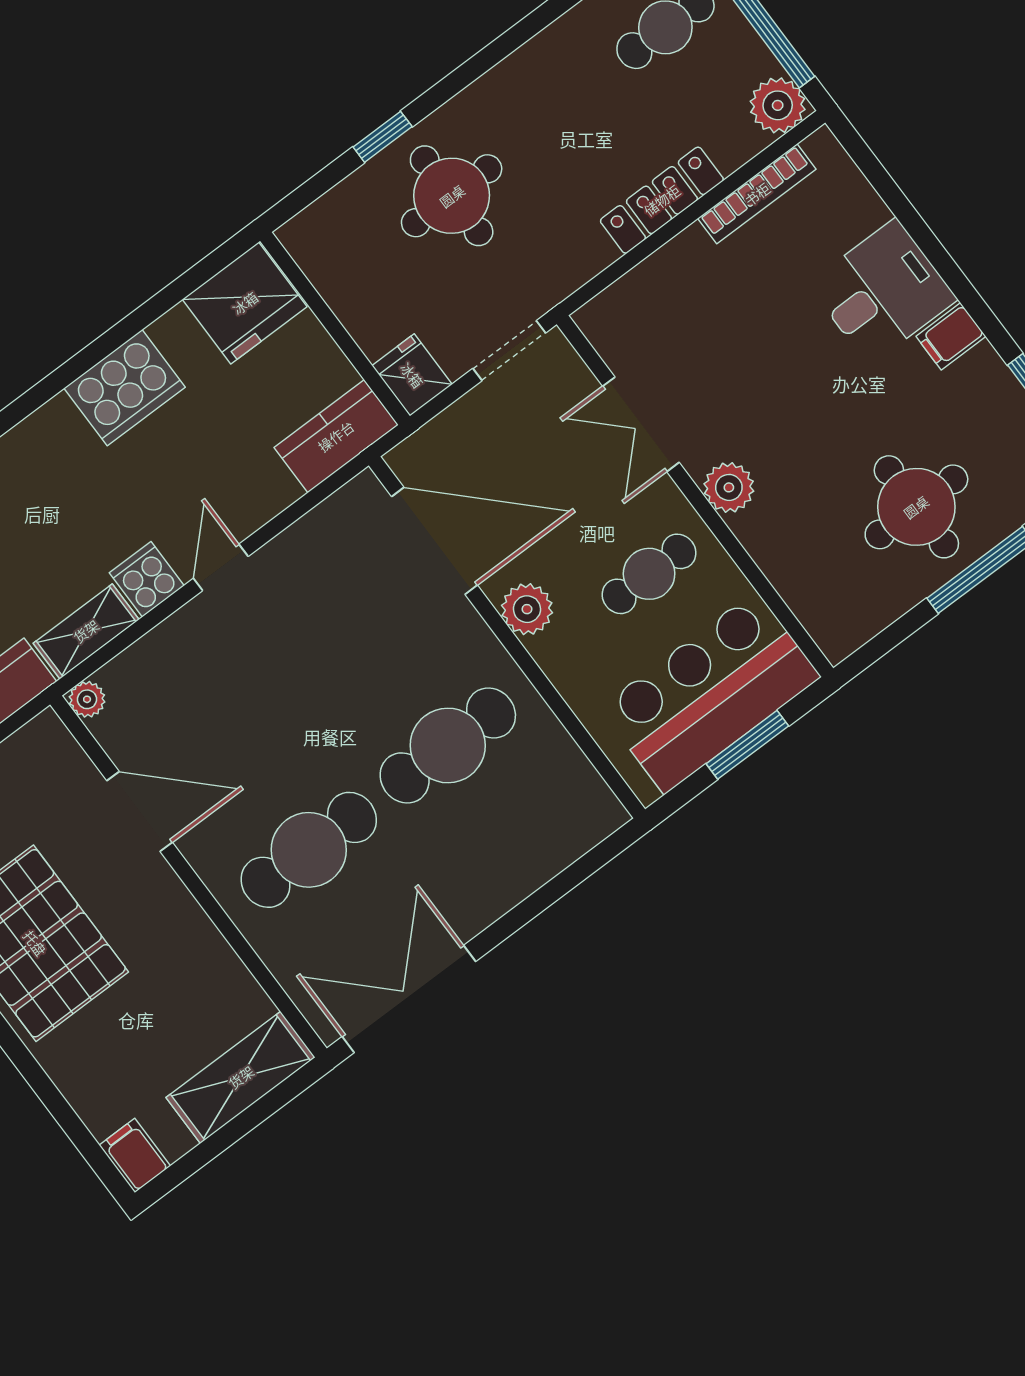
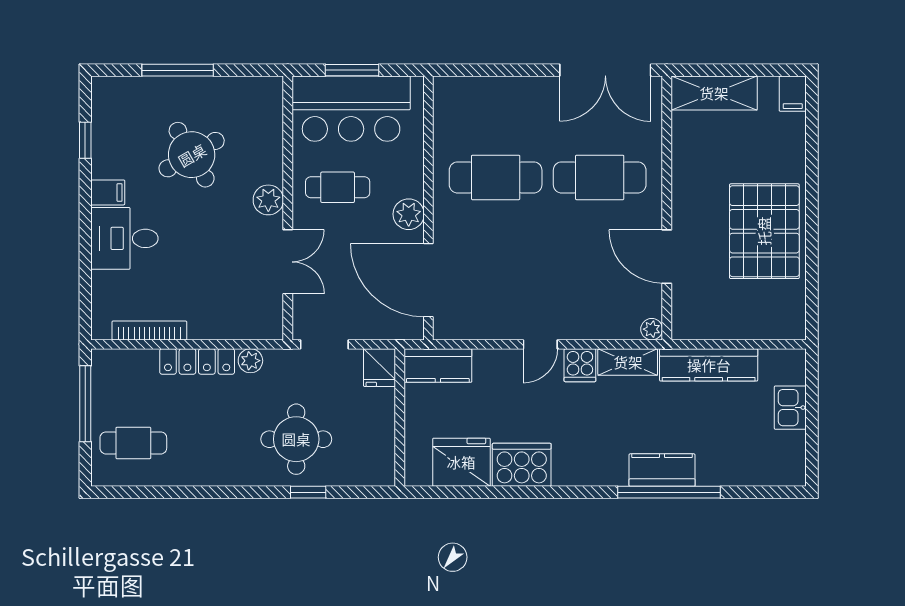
plant: (778, 105) -> (250, 361), moved, width x0.73, depth x0.73
fridge: (245, 303) -> (461, 462), moved
round table: (916, 507) -> (192, 155), moved, turned -30

